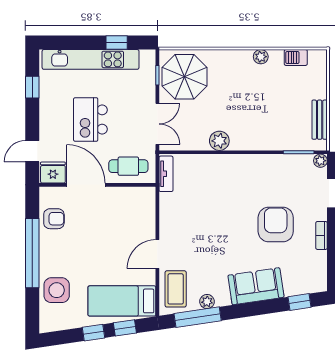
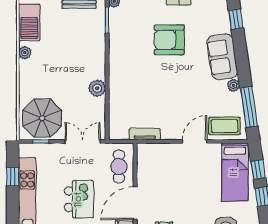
barbecue: (296, 57) -> (29, 23), width x1.88, depth x1.53
kitchen island: (90, 119) -> (79, 199), turned -90
tv unit: (166, 174) -> (145, 134), moved
door: (157, 254) -> (195, 142), swing flipped
plant: (207, 302) -> (233, 85), moved

